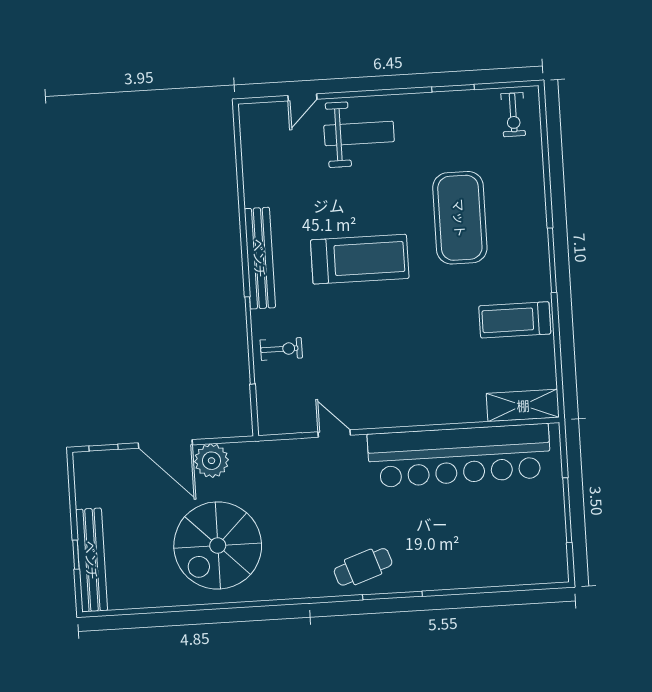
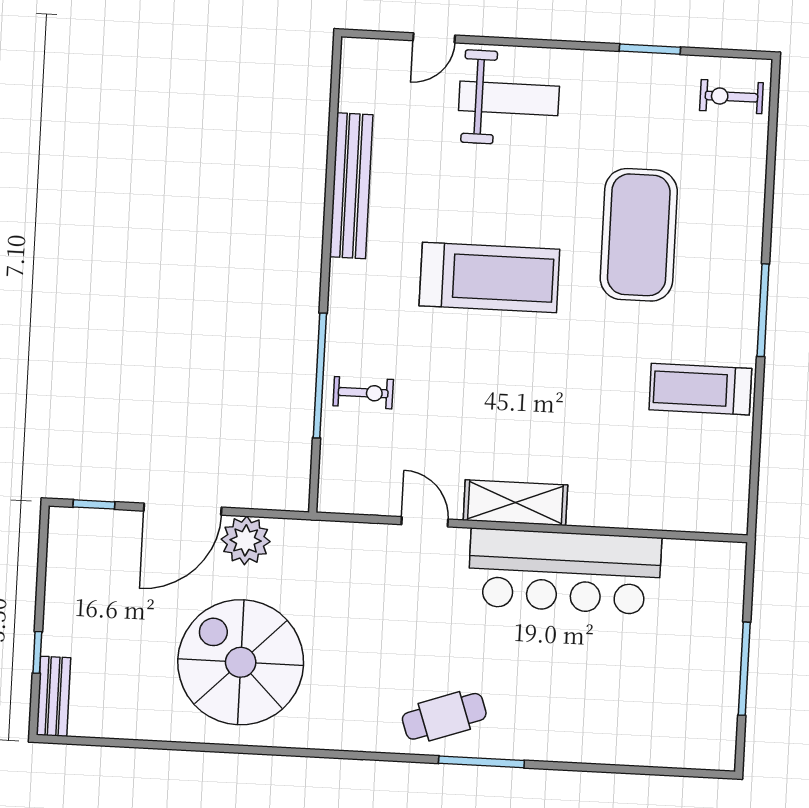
exercise bike: (513, 115) -> (731, 97), turned 90
bench: (260, 258) -> (351, 186), moved
shelving: (523, 405) -> (515, 503), moved
door: (165, 444) -> (183, 509), hinge flipped
bar counter: (459, 455) -> (565, 571), width x0.73
spiral stairs: (218, 545) -> (241, 662), turned 90
bench: (92, 560) -> (54, 696), width x0.54, depth x0.82

